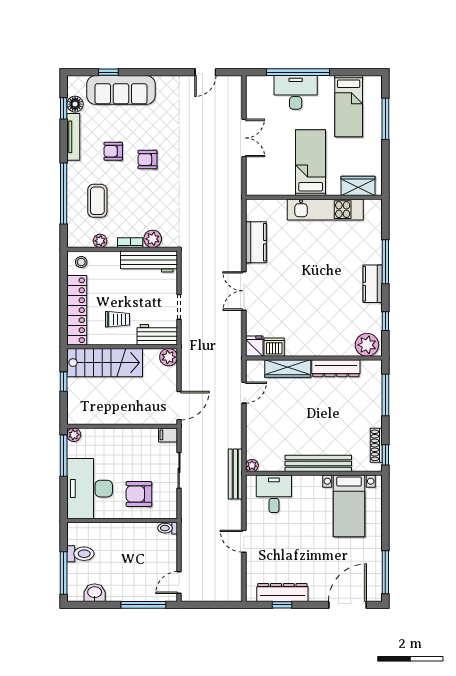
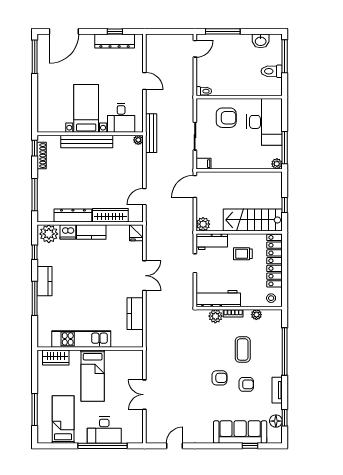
tv unit: (73, 137) -> (277, 390), width x0.71
coffee table: (97, 201) -> (243, 350), moved
dishwasher: (274, 347) -> (68, 232), moved
kitchen counter: (312, 347) -> (91, 232), added
bed with nightstands: (349, 506) -> (86, 108), moved

